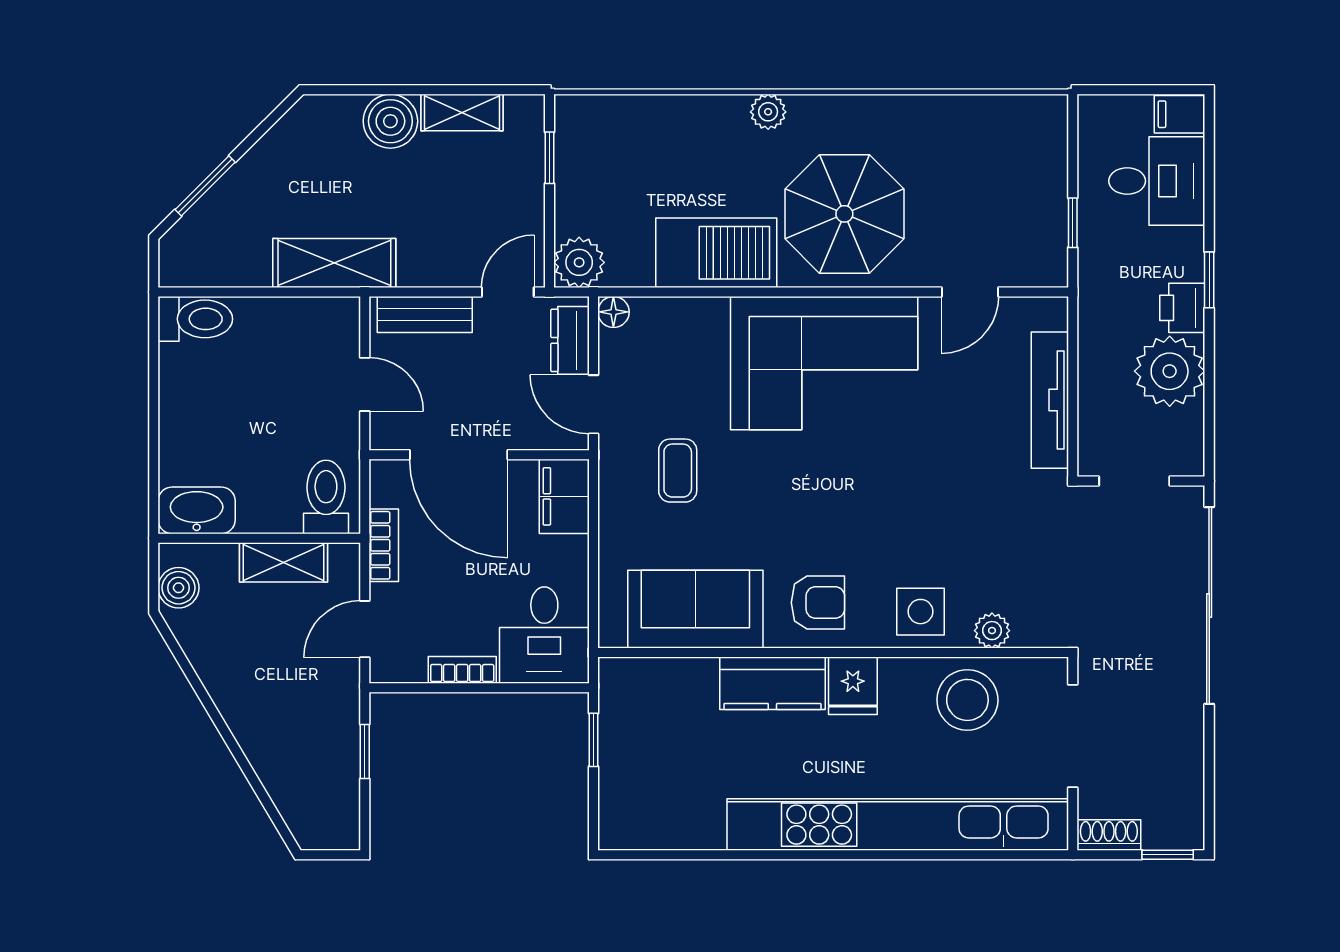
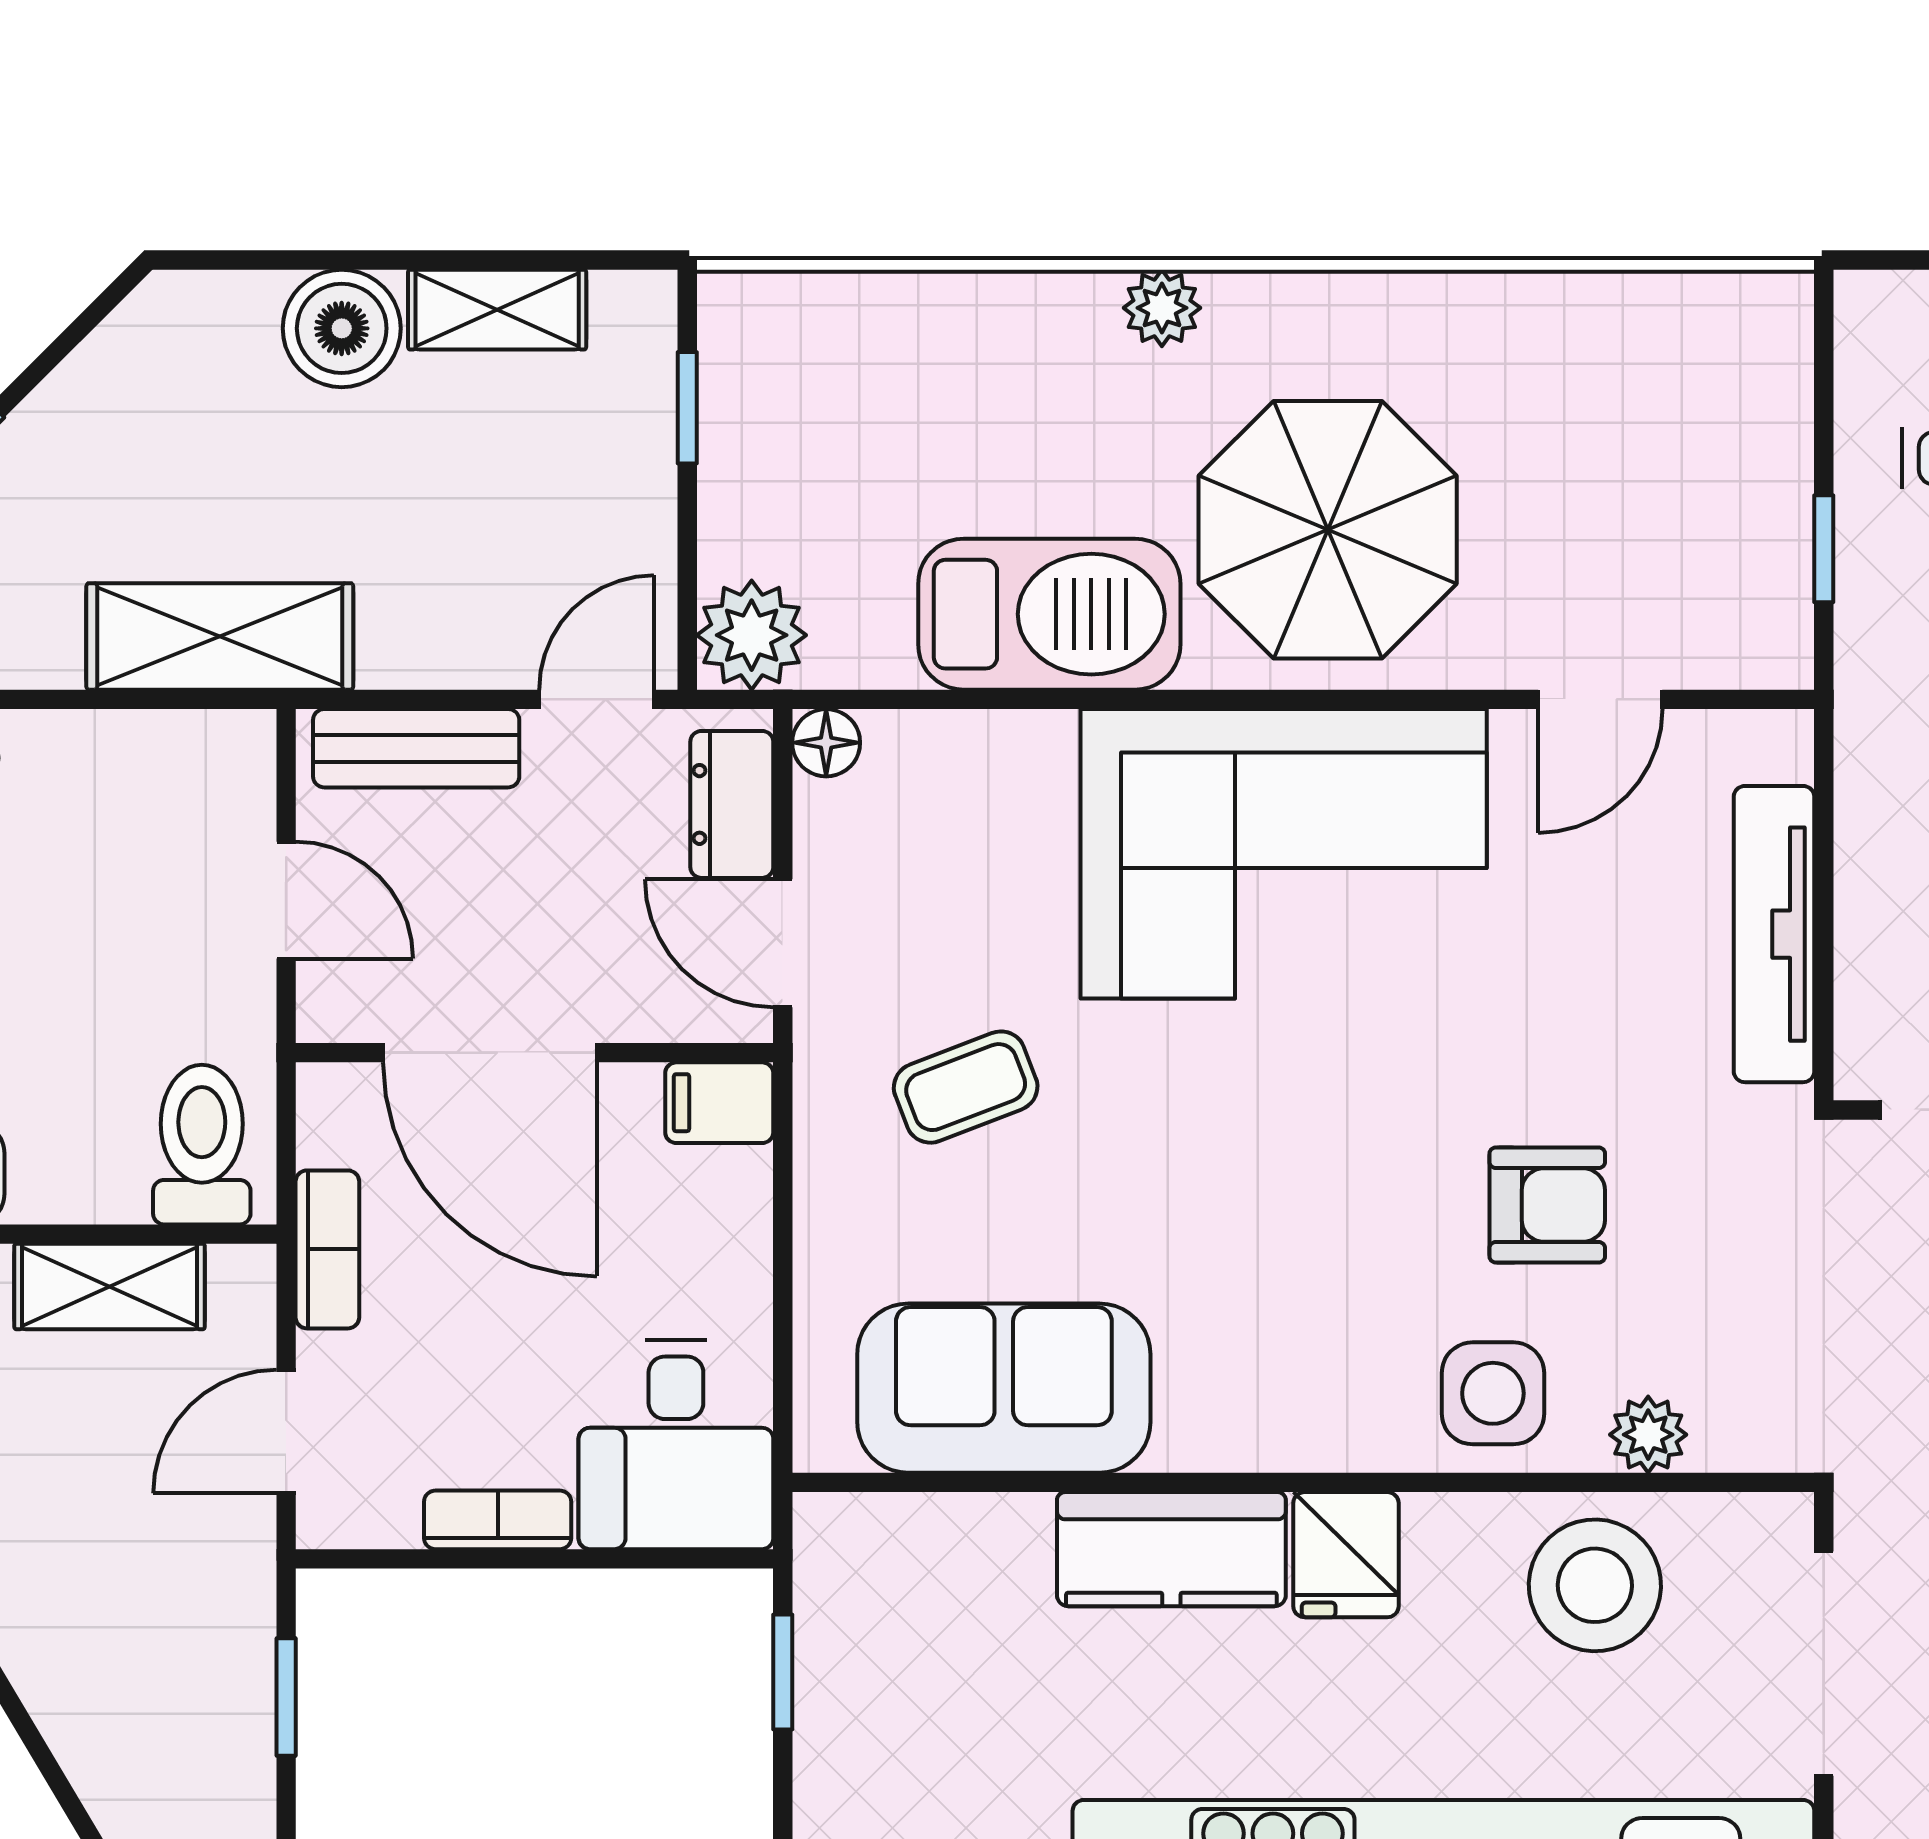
coffee table: (678, 471) -> (966, 1087), turned 69
filing cabinet: (564, 496) -> (719, 1103), width x0.50
armchair: (818, 603) -> (1547, 1205), moved

